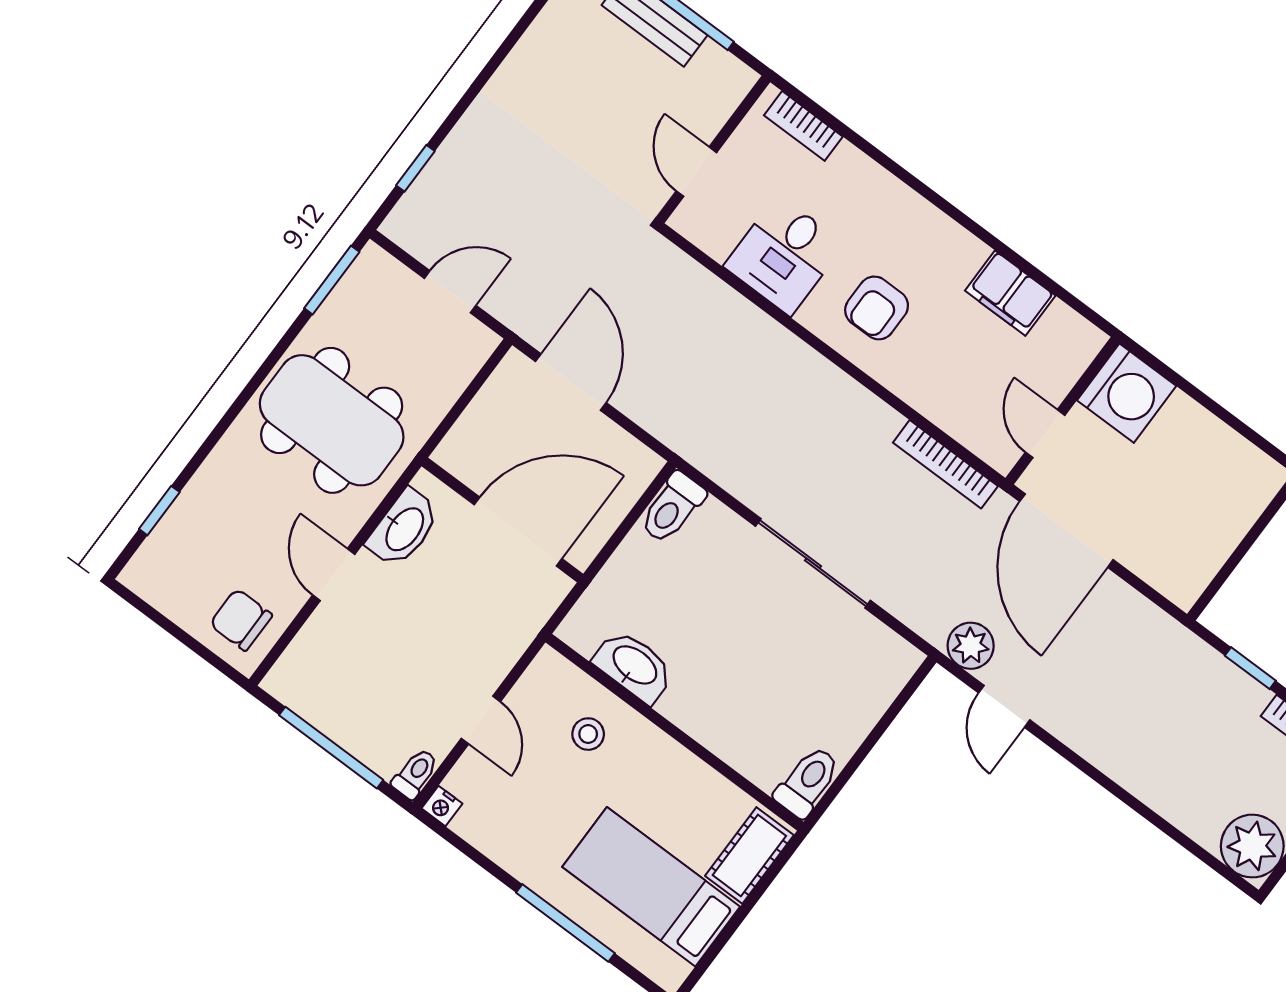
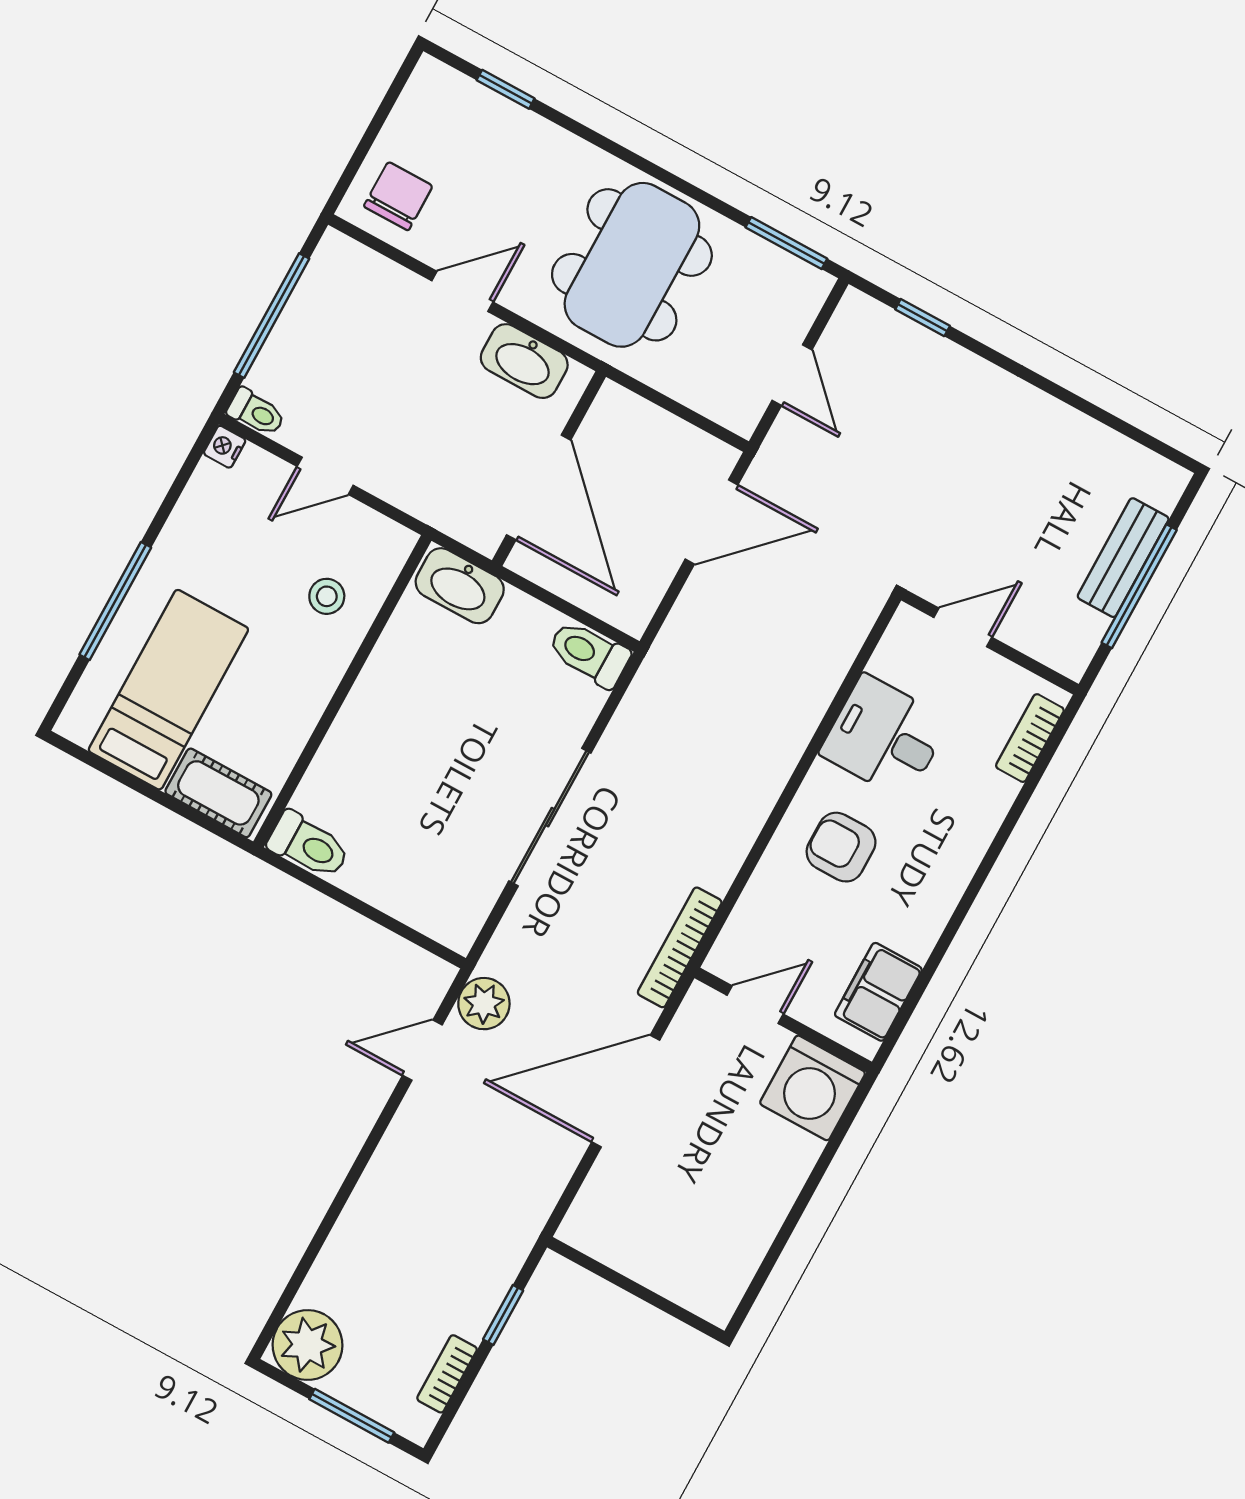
washing machine: (1127, 393) -> (813, 1088), moved
wall: (1062, 411) -> (783, 1020), moved
door: (1045, 434) -> (755, 1005), moved
washbasin: (634, 666) -> (460, 586), moved, turned 90

